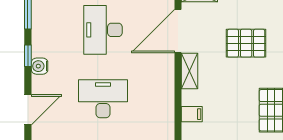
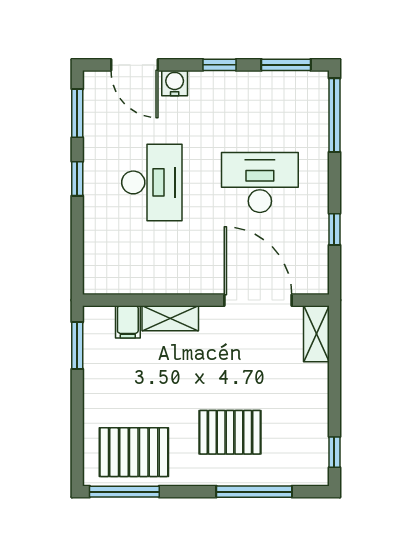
pallet: (246, 43) -> (230, 432), moved, turned 90
water cooler: (40, 66) -> (175, 83), moved
shelving: (190, 71) -> (170, 318), moved

